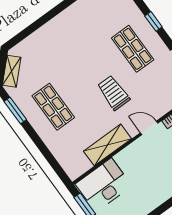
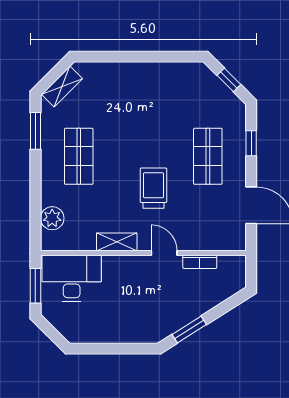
shelving: (107, 145) -> (117, 242), width x0.67, depth x0.75
plant: (65, 157) -> (52, 218), added

